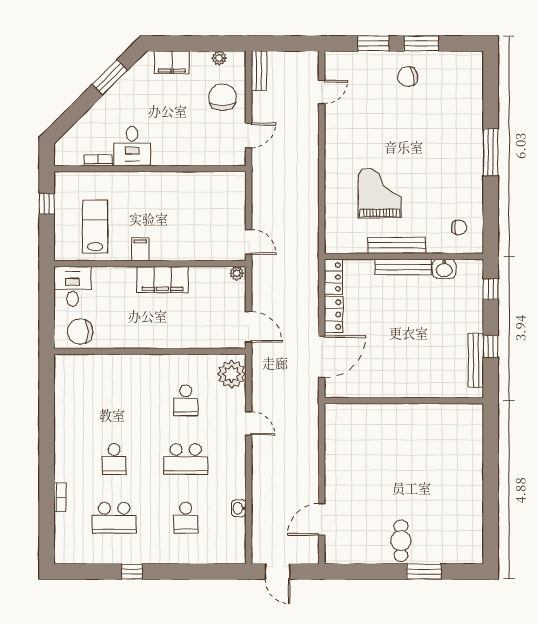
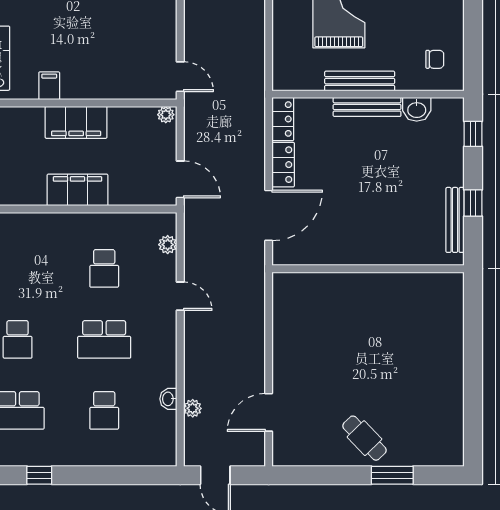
filing cabinet: (164, 336) -> (77, 190), added
plant: (231, 374) -> (168, 245), width x0.53, depth x0.53
plant: (259, 516) -> (193, 408), added
cafe table: (401, 541) -> (365, 438), turned -44

